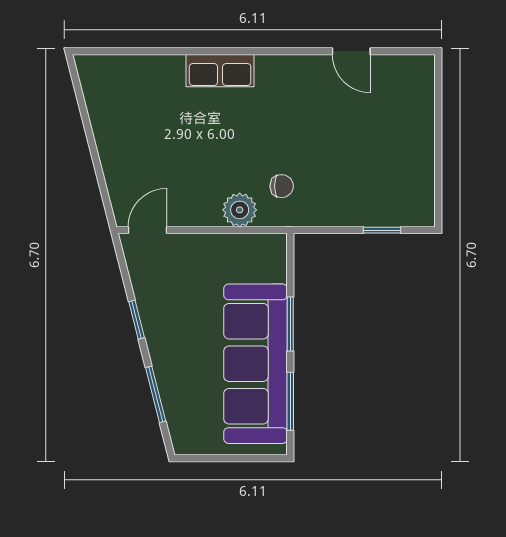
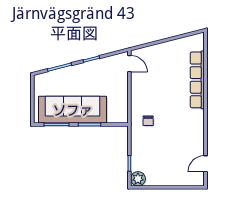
door: (351, 51) -> (205, 164), moved
row of seats: (220, 71) -> (197, 80), width x2.02
plant: (240, 210) -> (138, 179), moved

